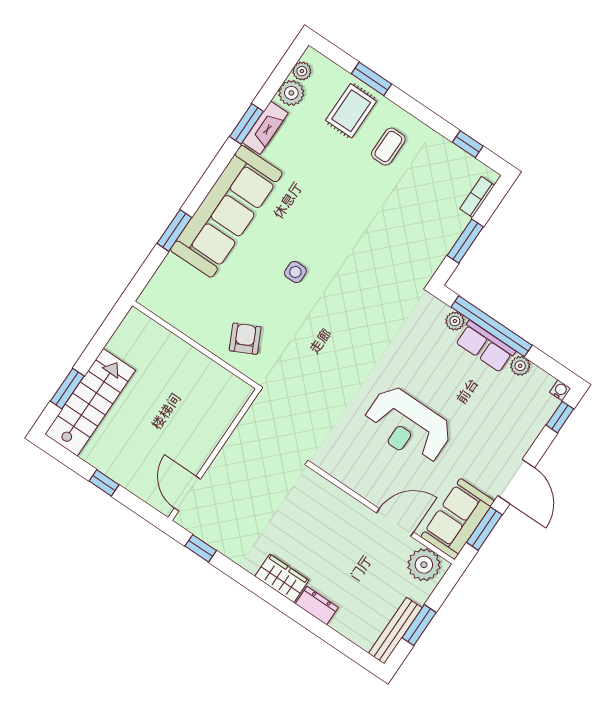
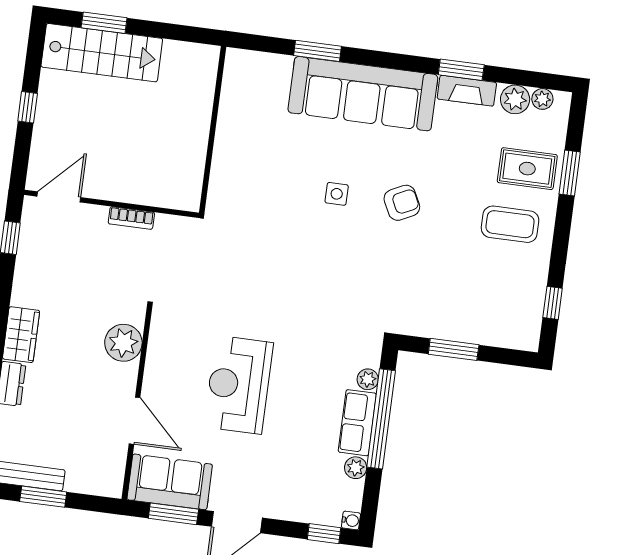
coffee table: (388, 147) -> (510, 224), width x1.36, depth x1.30
bookcase: (477, 197) -> (131, 218), moved, turned 180
armchair: (245, 339) -> (402, 203), moved
plant: (424, 565) -> (123, 343), moved

